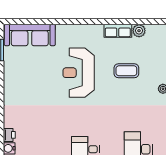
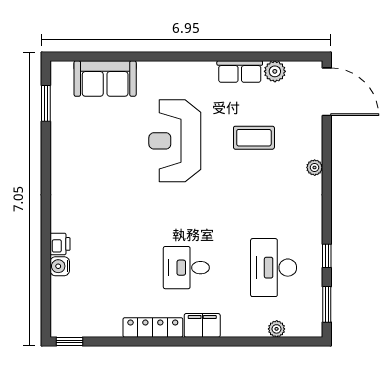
sofa: (30, 35) -> (105, 79), width x0.73

